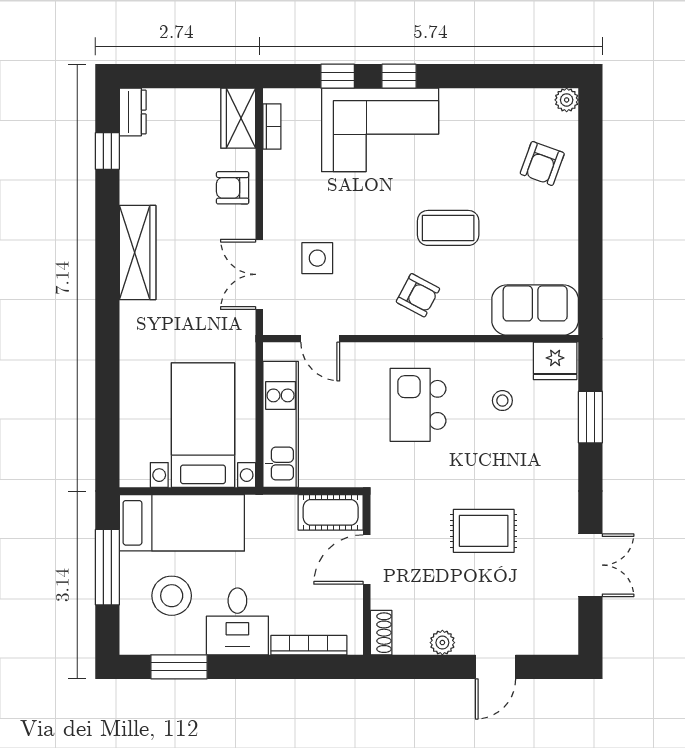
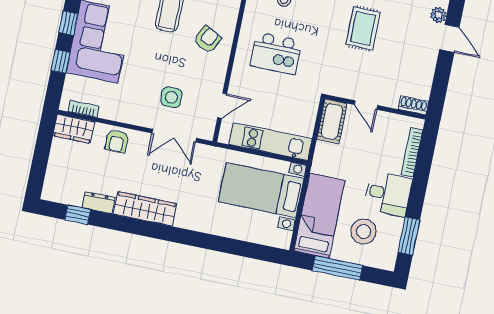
dresser: (133, 112) -> (99, 202), moved
door: (367, 559) -> (366, 105), width x0.73
plant: (442, 643) -> (438, 15), moved

